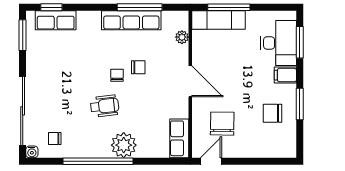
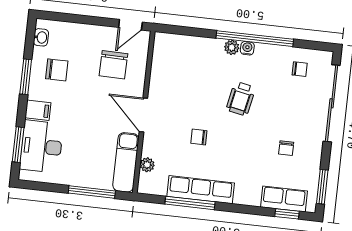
exam couch: (219, 20) -> (126, 162), moved, turned -90
chair: (117, 75) -> (286, 148), moved
wheelchair: (105, 106) -> (241, 99), turned -72
row of seats: (179, 138) -> (163, 54), removed
washbasin: (290, 141) -> (41, 37), added
plant: (124, 145) -> (232, 47), width x0.53, depth x0.53
water cooler: (32, 152) -> (247, 48), moved

